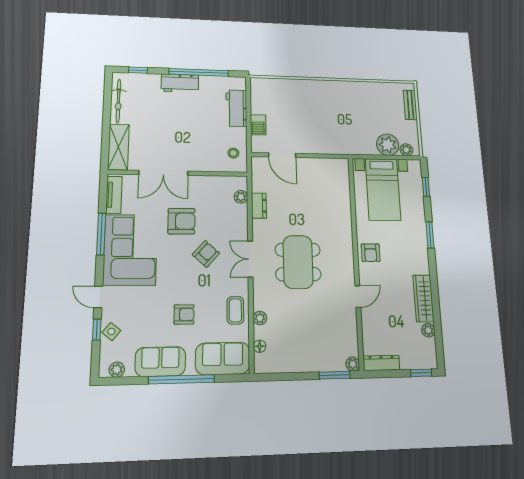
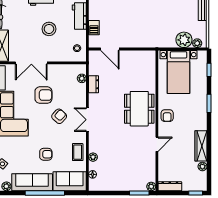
stool: (191, 125) -> (49, 29), added
dining table: (298, 262) -> (139, 109), moved
sofa: (160, 361) -> (32, 182), width x1.36

